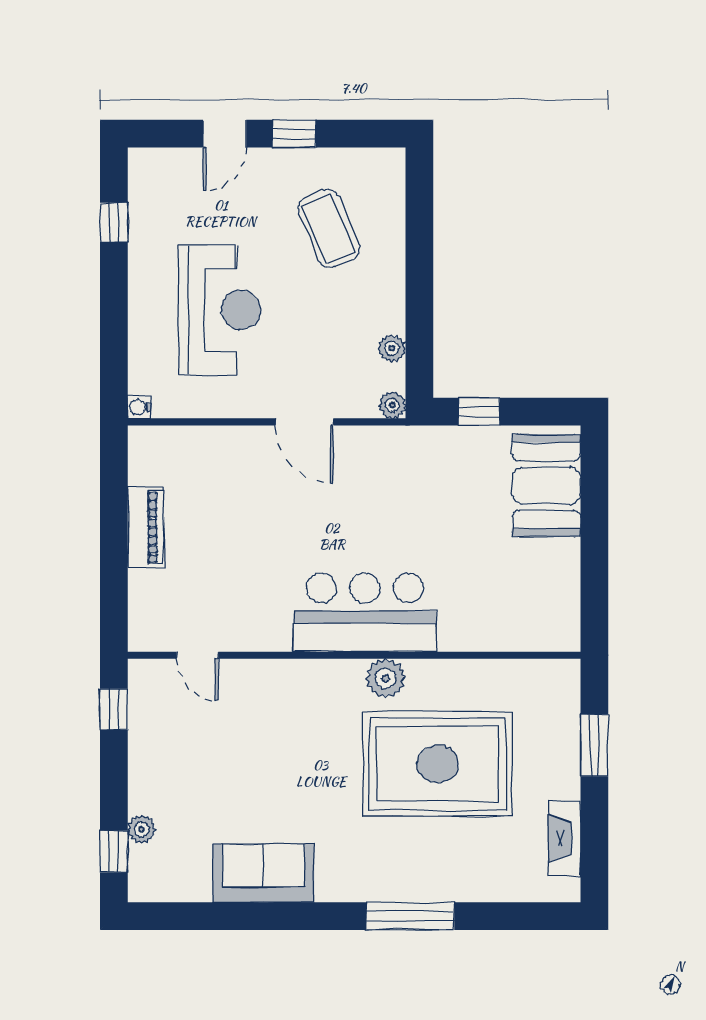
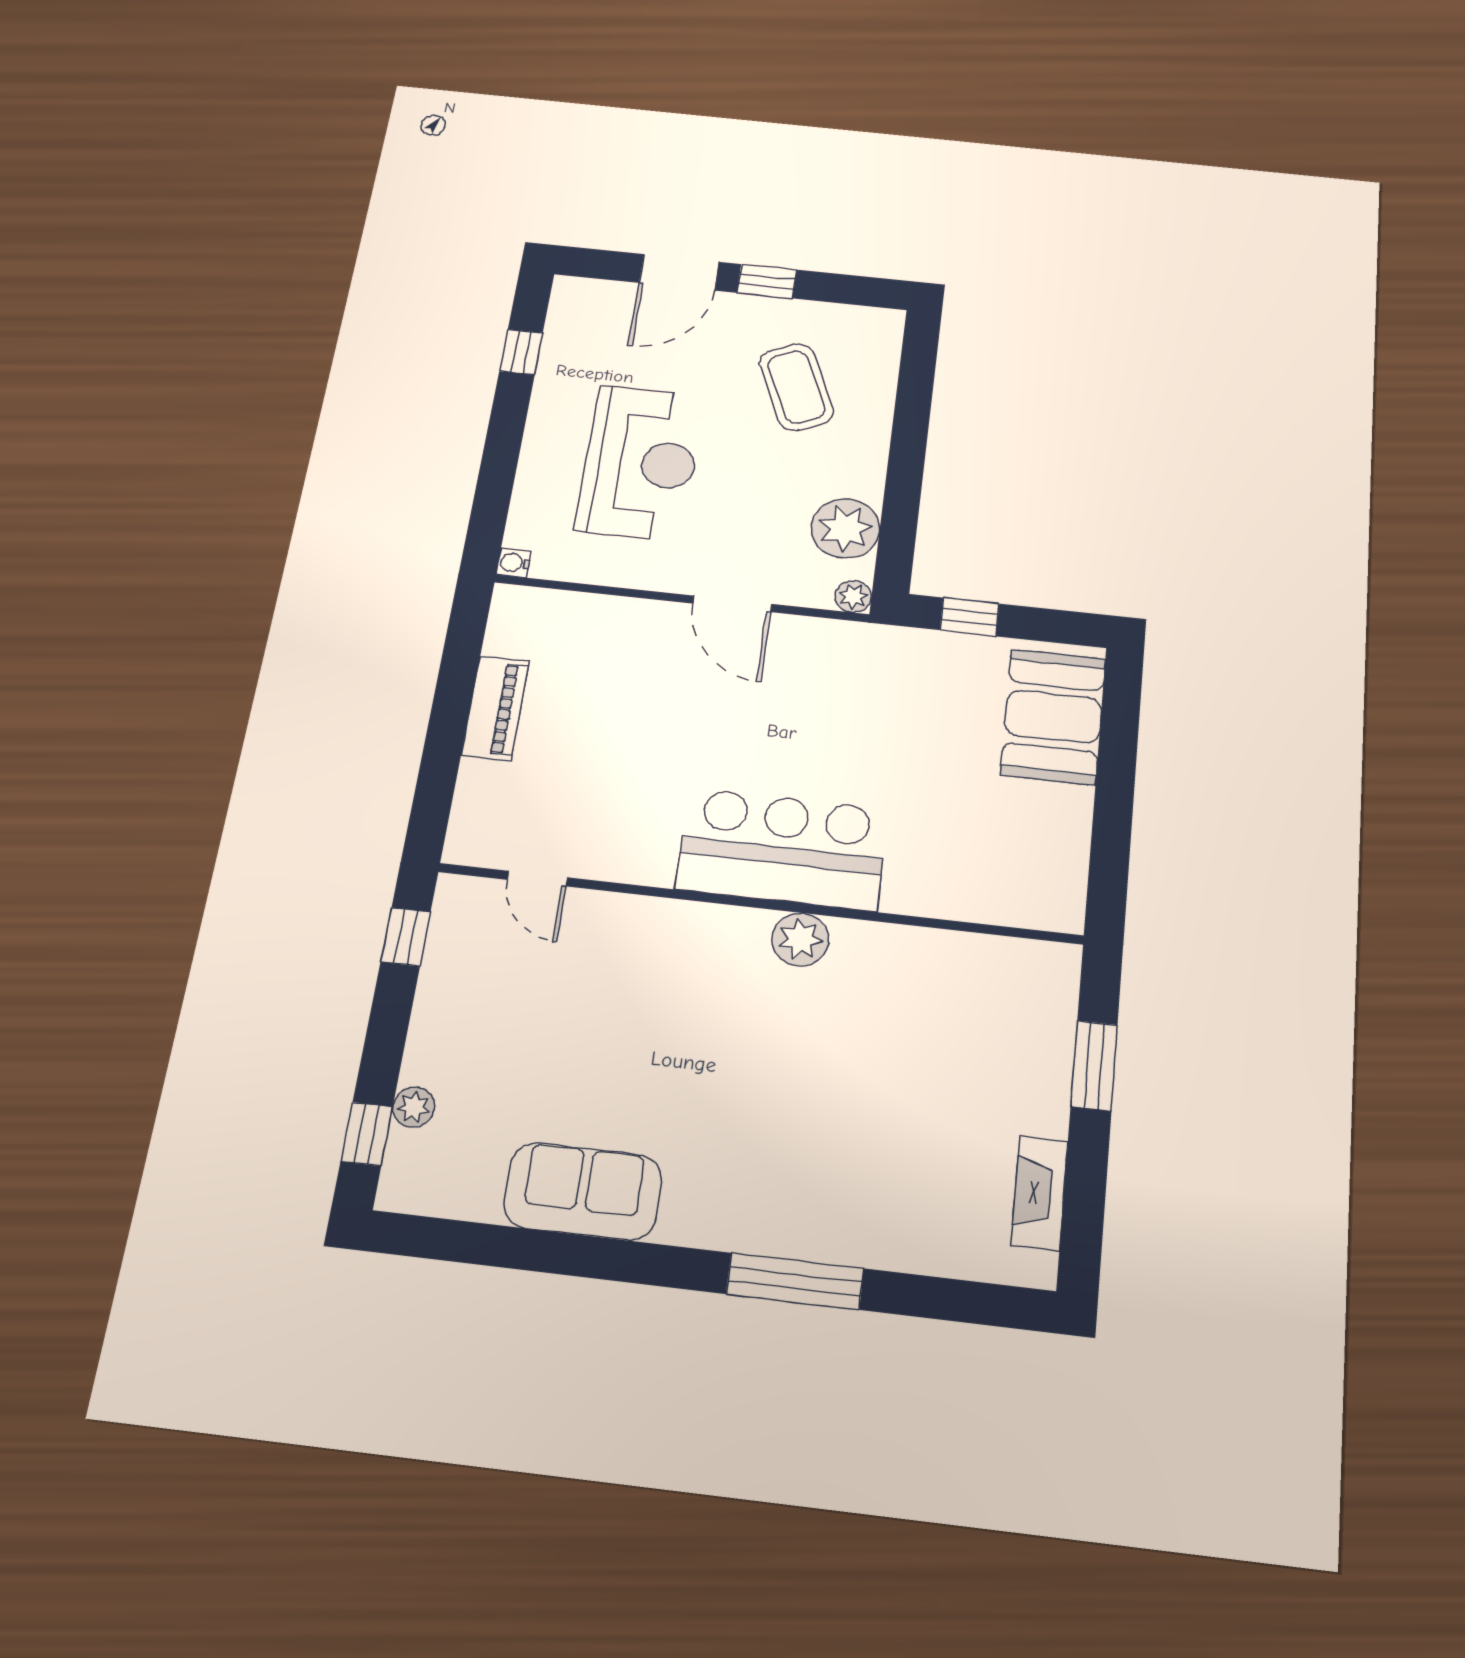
door: (225, 134) -> (679, 272), width x1.38
plant: (392, 348) -> (845, 528), width x1.87, depth x1.87
rug: (438, 764) -> (862, 1065), removed

